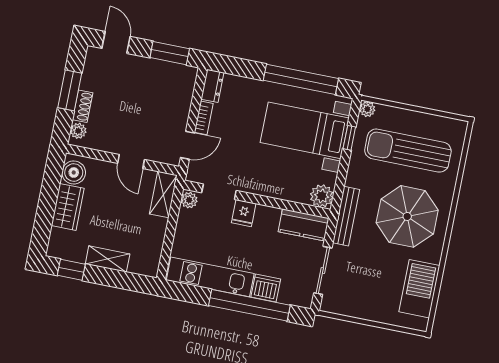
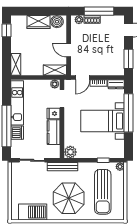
window: (301, 79) -> (128, 113), moved
window: (70, 90) -> (99, 11), width x1.44
bed with nightstands: (305, 130) -> (102, 121), moved, turned -90
door: (187, 145) -> (83, 78), hinge flipped
sun lounger: (408, 151) -> (103, 192), turned 180
door: (131, 161) -> (69, 50), hinge flipped
kitchen counter: (304, 225) -> (54, 132), moved
shelving: (108, 259) -> (16, 64), moved

